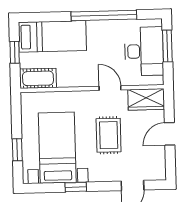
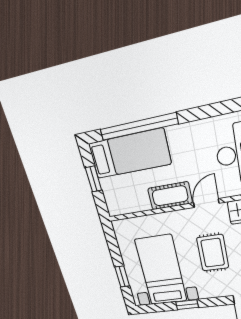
window: (104, 15) -> (139, 127), moved
cot: (38, 78) -> (170, 196), moved
door: (110, 88) -> (206, 203), hinge flipped

